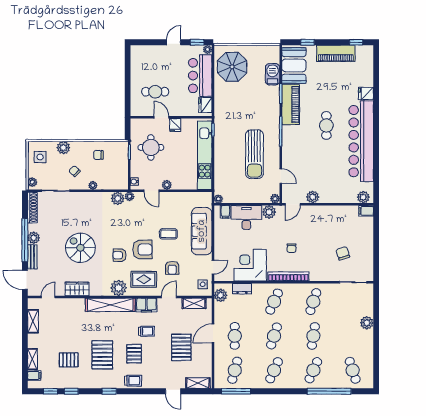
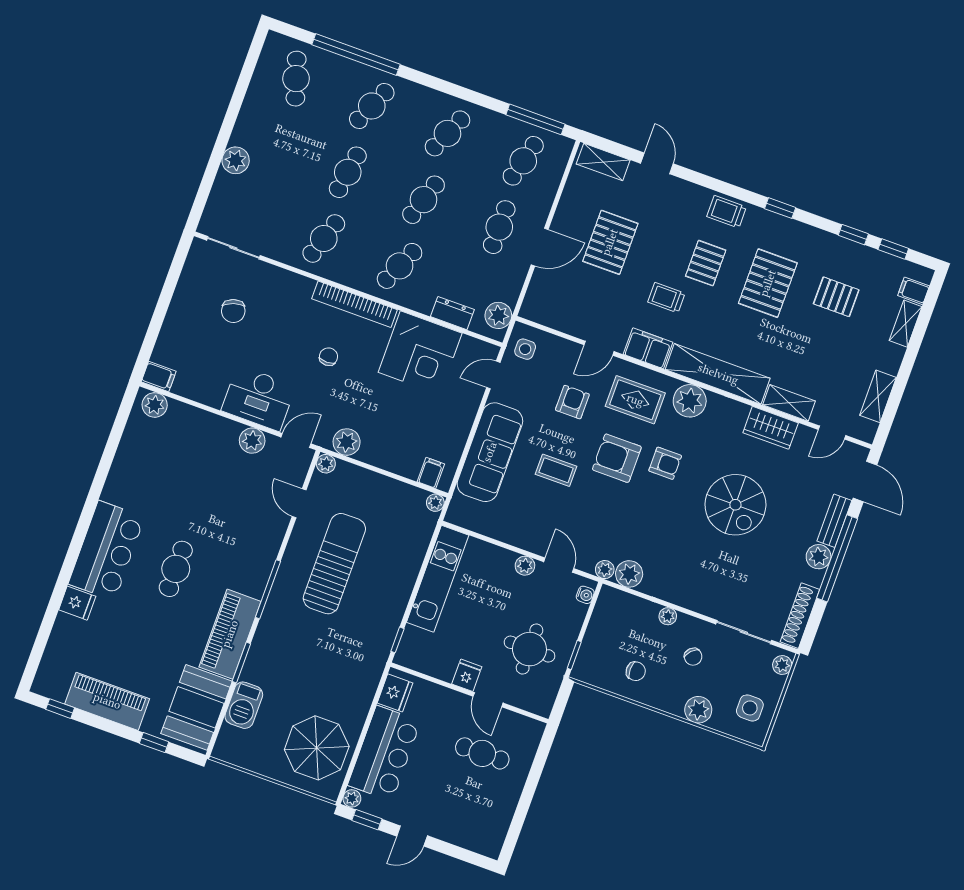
bar counter: (361, 141) -> (106, 550), width x0.54
kitchen unit: (205, 155) -> (438, 579), width x0.73
desk: (246, 217) -> (259, 398), moved
shelving: (194, 303) -> (789, 403), moved

